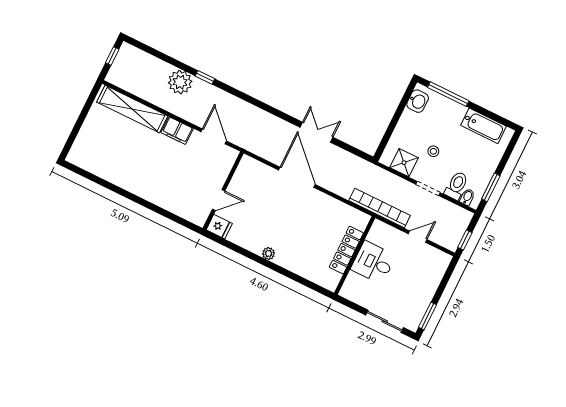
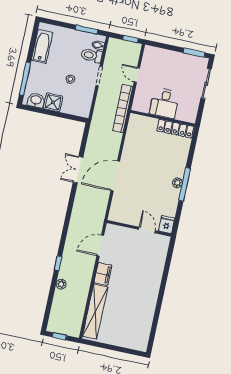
plant: (180, 82) -> (61, 284), width x0.53, depth x0.53
shower: (404, 163) -> (53, 102), moved
locker: (346, 250) -> (175, 129), moved
window: (264, 262) -> (185, 184), added

